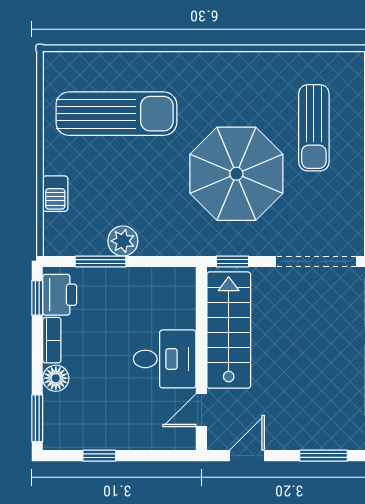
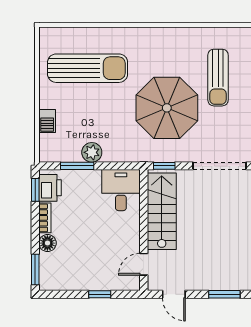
desk: (165, 359) -> (121, 190), moved, turned -90
window: (99, 456) -> (100, 294), moved
door: (247, 456) -> (174, 294), swing flipped

